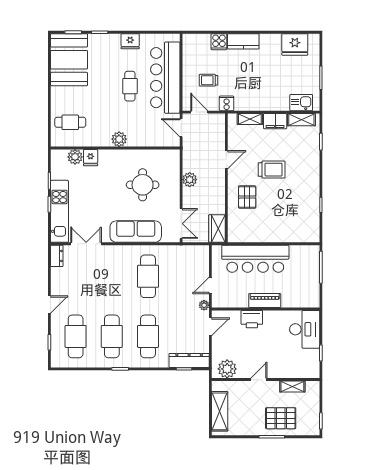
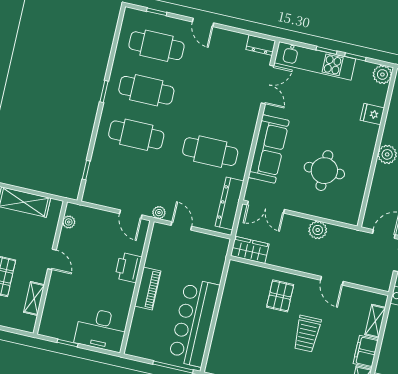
plant: (75, 157) -> (382, 75), moved
pallet: (247, 197) -> (280, 296), turned 90
bar counter: (255, 259) -> (194, 323), moved
dresser: (189, 360) -> (230, 204), moved, turned 180
plant: (227, 369) -> (69, 222), width x0.53, depth x0.53

